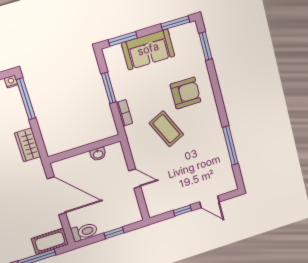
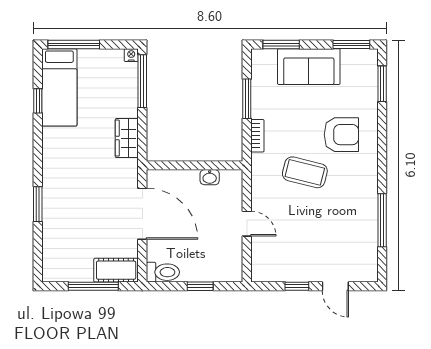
coffee table: (166, 129) -> (305, 172), turned -51

